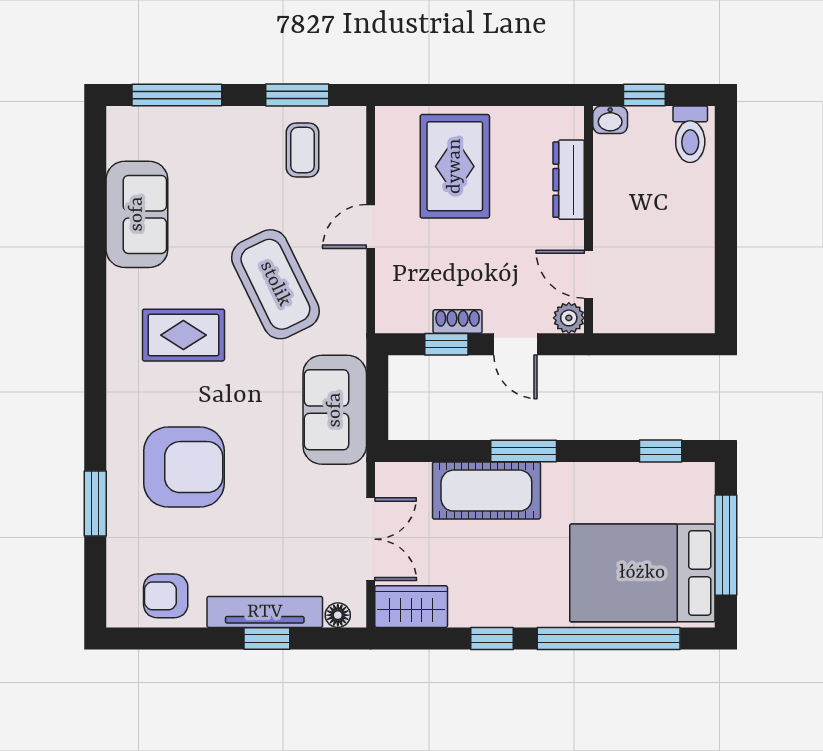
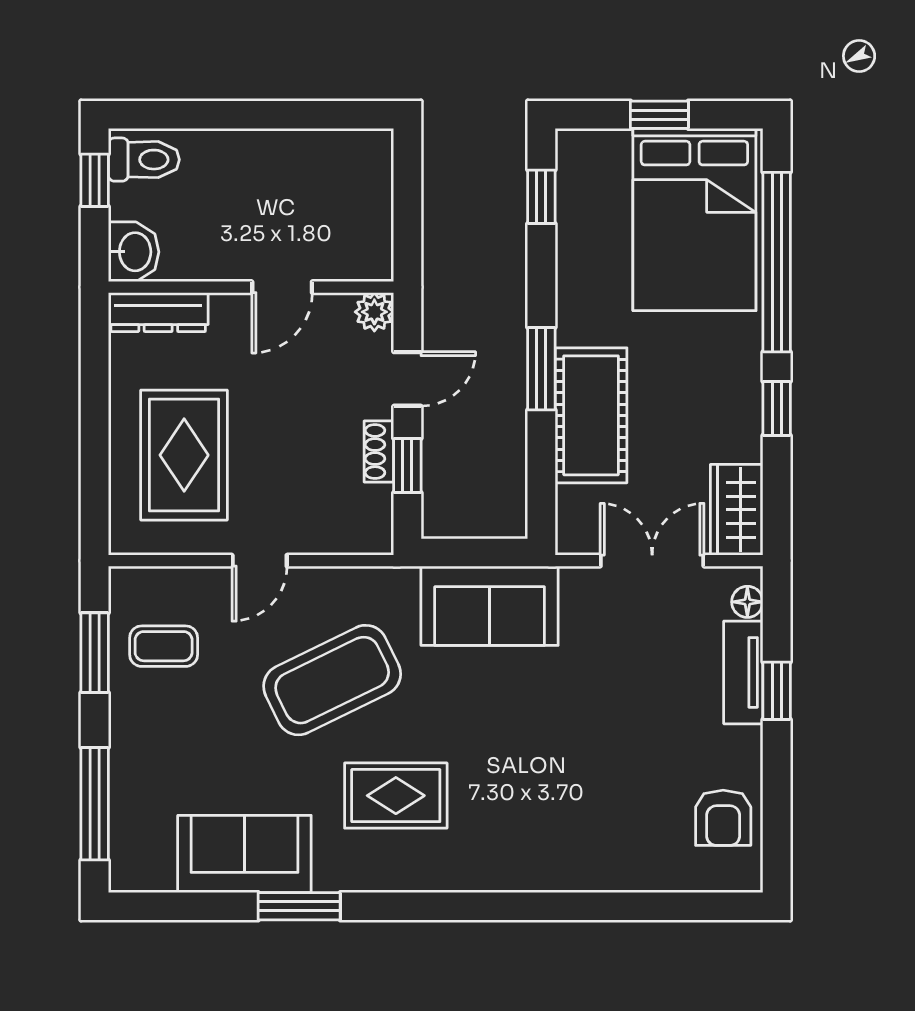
window: (644, 95) -> (95, 180), moved
washbasin: (610, 120) -> (134, 252), width x1.38, depth x1.45
rug: (455, 166) -> (184, 455), turned 90
dresser: (569, 180) -> (158, 312), moved
door: (371, 226) -> (260, 561), hinge flipped
door: (589, 274) -> (282, 287), moved
rug: (183, 335) -> (396, 796), turned 90
armchair: (184, 467) -> (561, 795), removed
window: (95, 504) -> (299, 906), moved
window: (726, 545) -> (659, 115), width x0.46
tv unit: (265, 612) -> (743, 672), width x0.71

